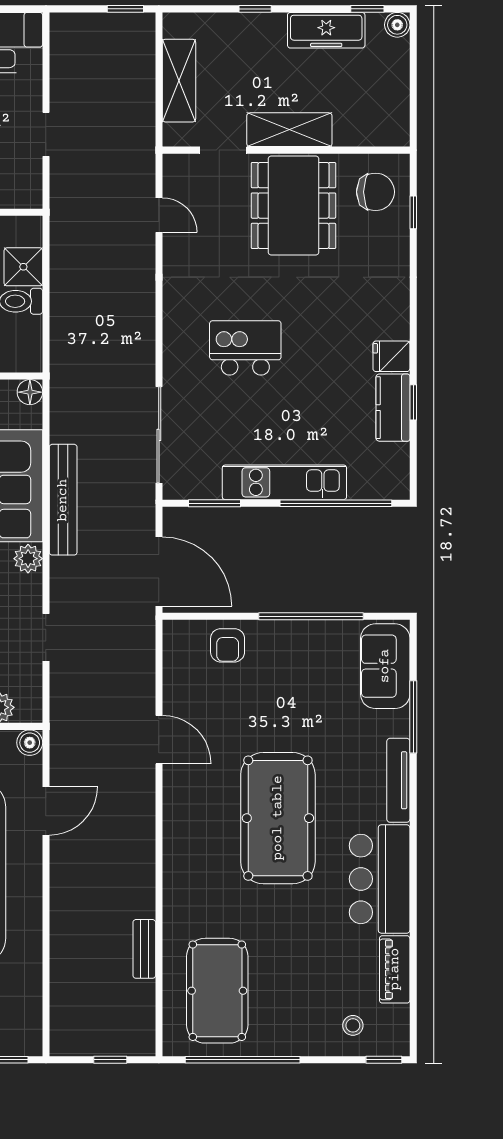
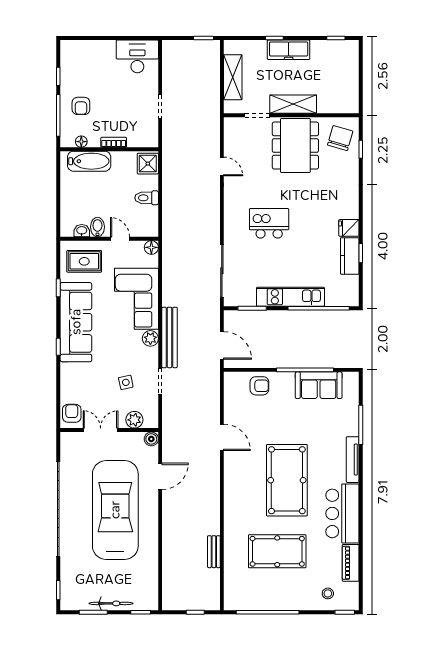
boiler: (397, 25) -> (352, 47), removed
freezer: (326, 30) -> (289, 50), moved
chair: (375, 192) -> (340, 138), turned -74
door: (159, 215) -> (222, 166), moved
shower: (23, 267) -> (148, 164), moved
bench: (63, 500) -> (170, 337), moved
door: (159, 572) -> (222, 345), width x0.73
armchair: (228, 645) -> (259, 386), turned -90
sofa: (385, 666) -> (319, 385), moved, turned -90
pool table: (217, 991) -> (277, 551), moved, turned 90

